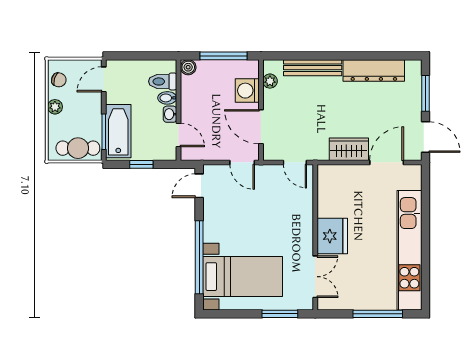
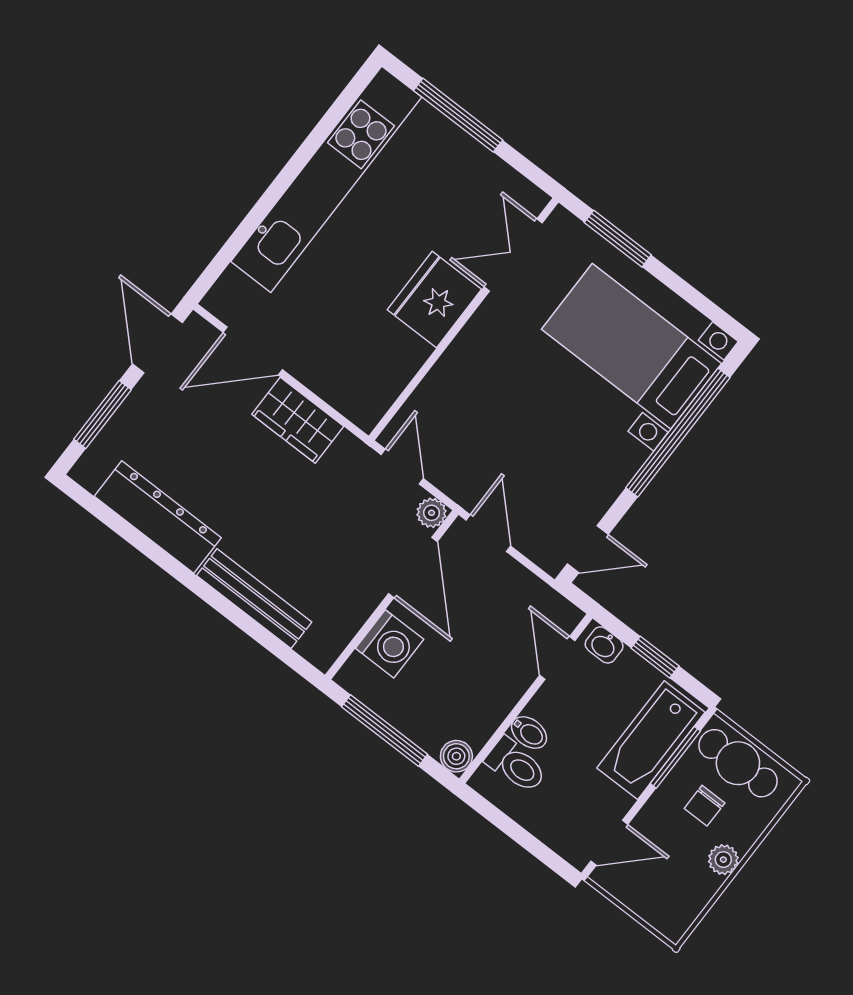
chair: (59, 80) -> (705, 806), moved, turned -108
plant: (270, 81) -> (432, 513), moved
washbasin: (170, 114) -> (604, 645), moved, turned 90

